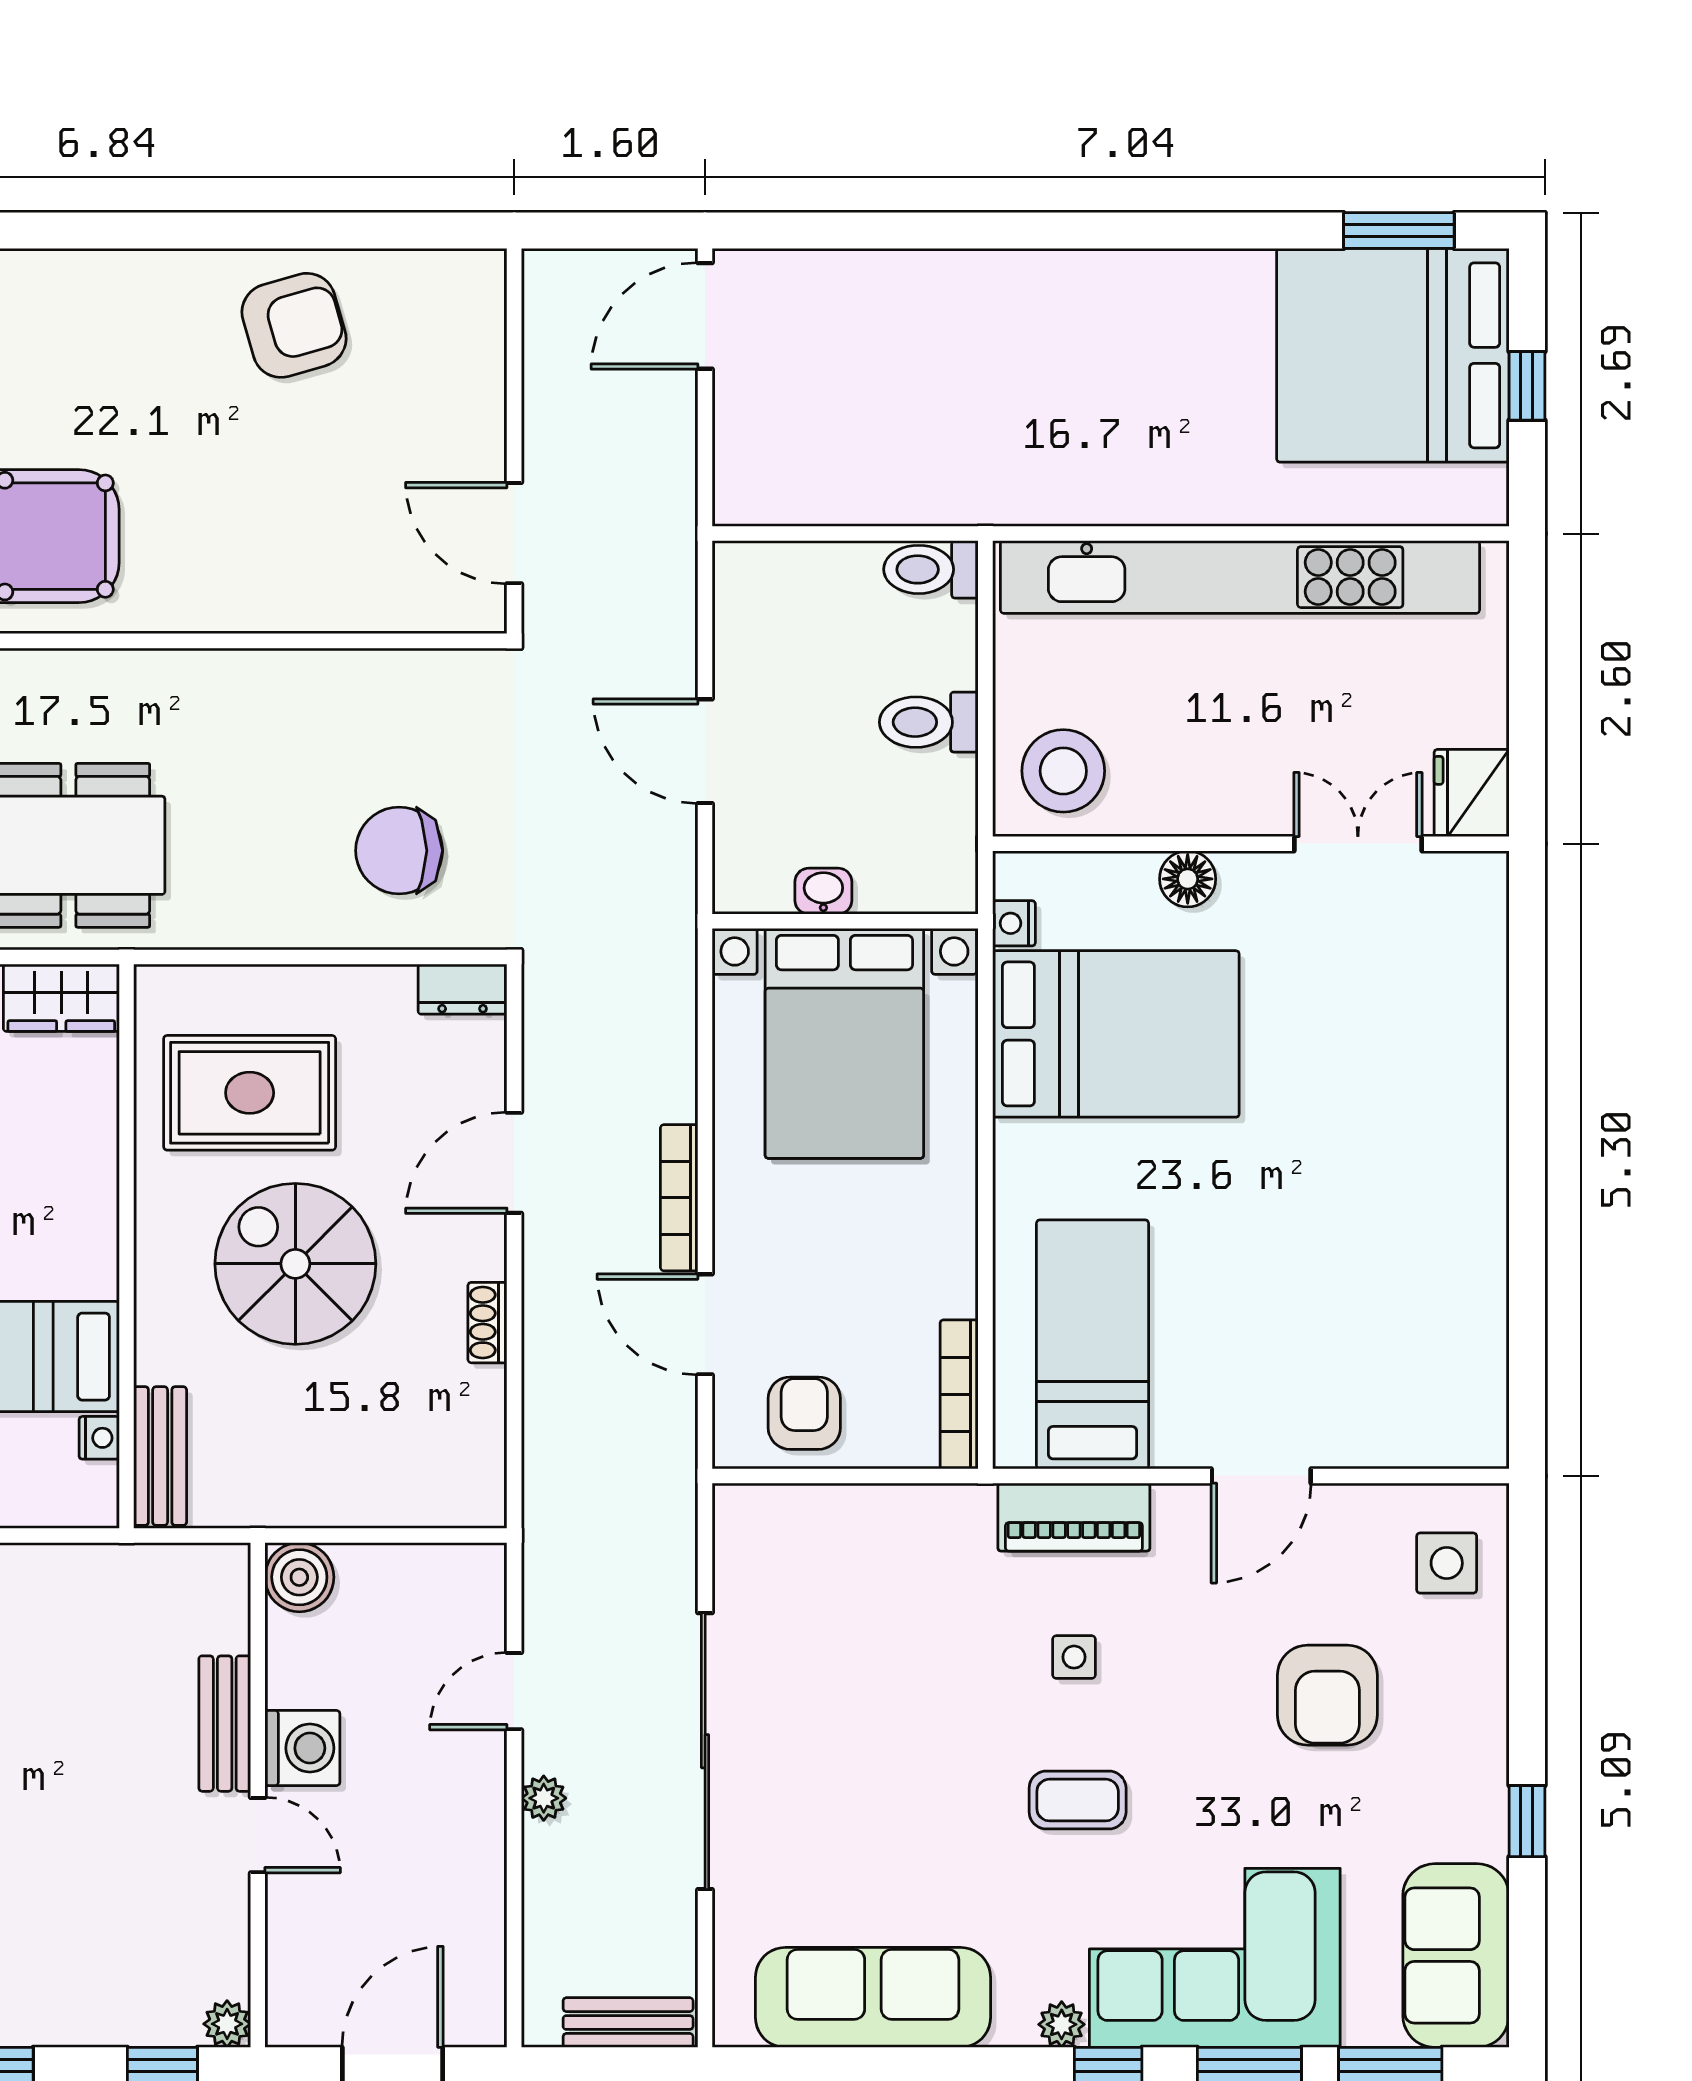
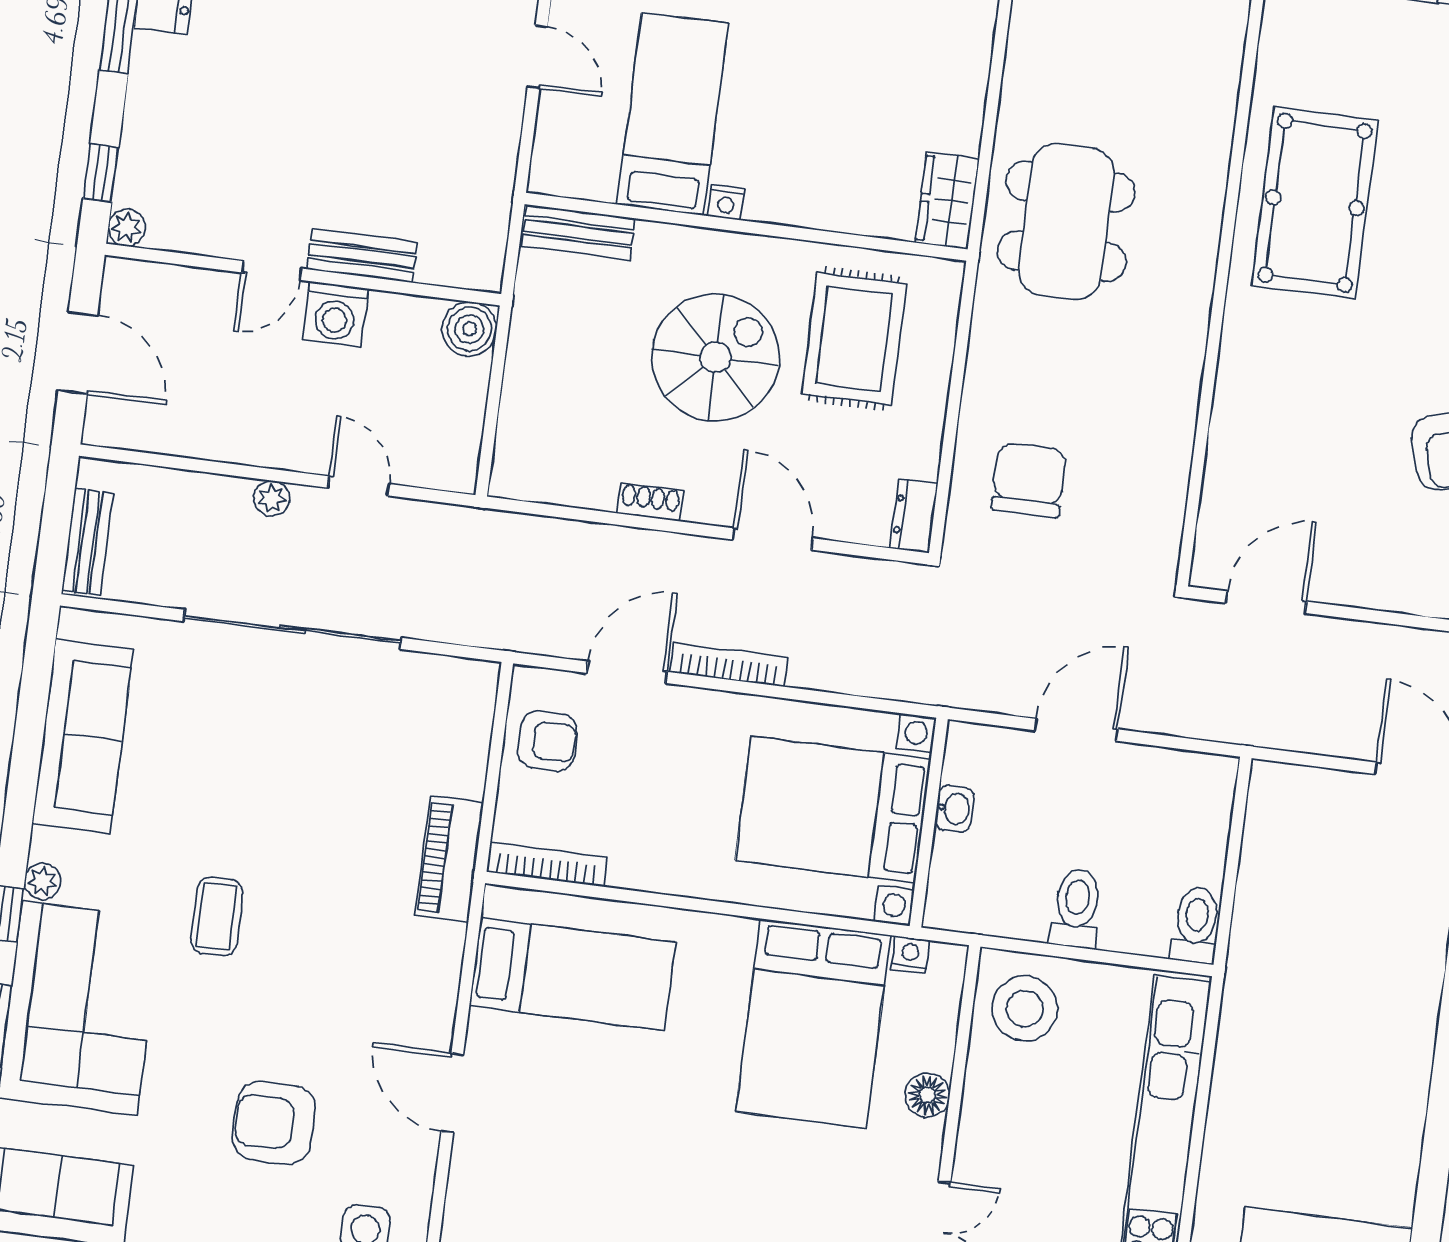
nightstand: (99, 1438) -> (726, 203), moved
piano: (1074, 1517) -> (449, 859), moved
side table: (1074, 1657) -> (329, 928), removed

